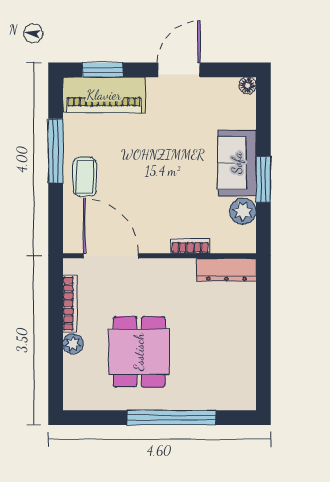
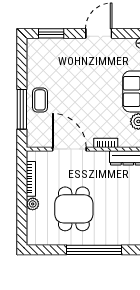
piano: (104, 95) -> (52, 49), removed
window: (56, 151) -> (22, 109), moved
door: (111, 256) -> (69, 149), moved

